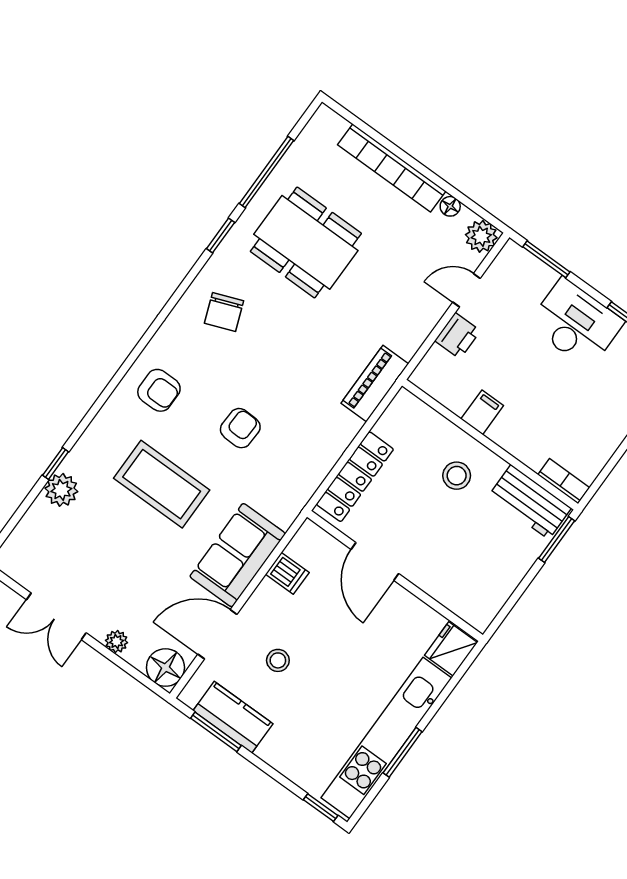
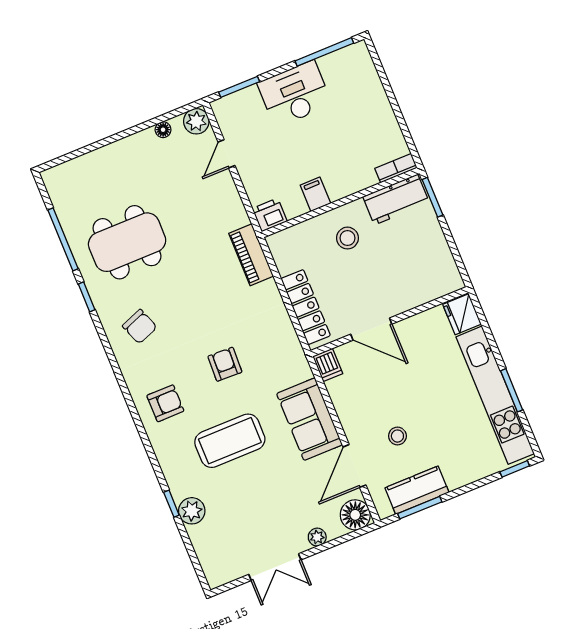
bookcase: (392, 168) -> (113, 153), removed
printer: (458, 336) -> (270, 215), moved, turned -90
dishwasher: (287, 573) -> (328, 365), moved, turned 90

